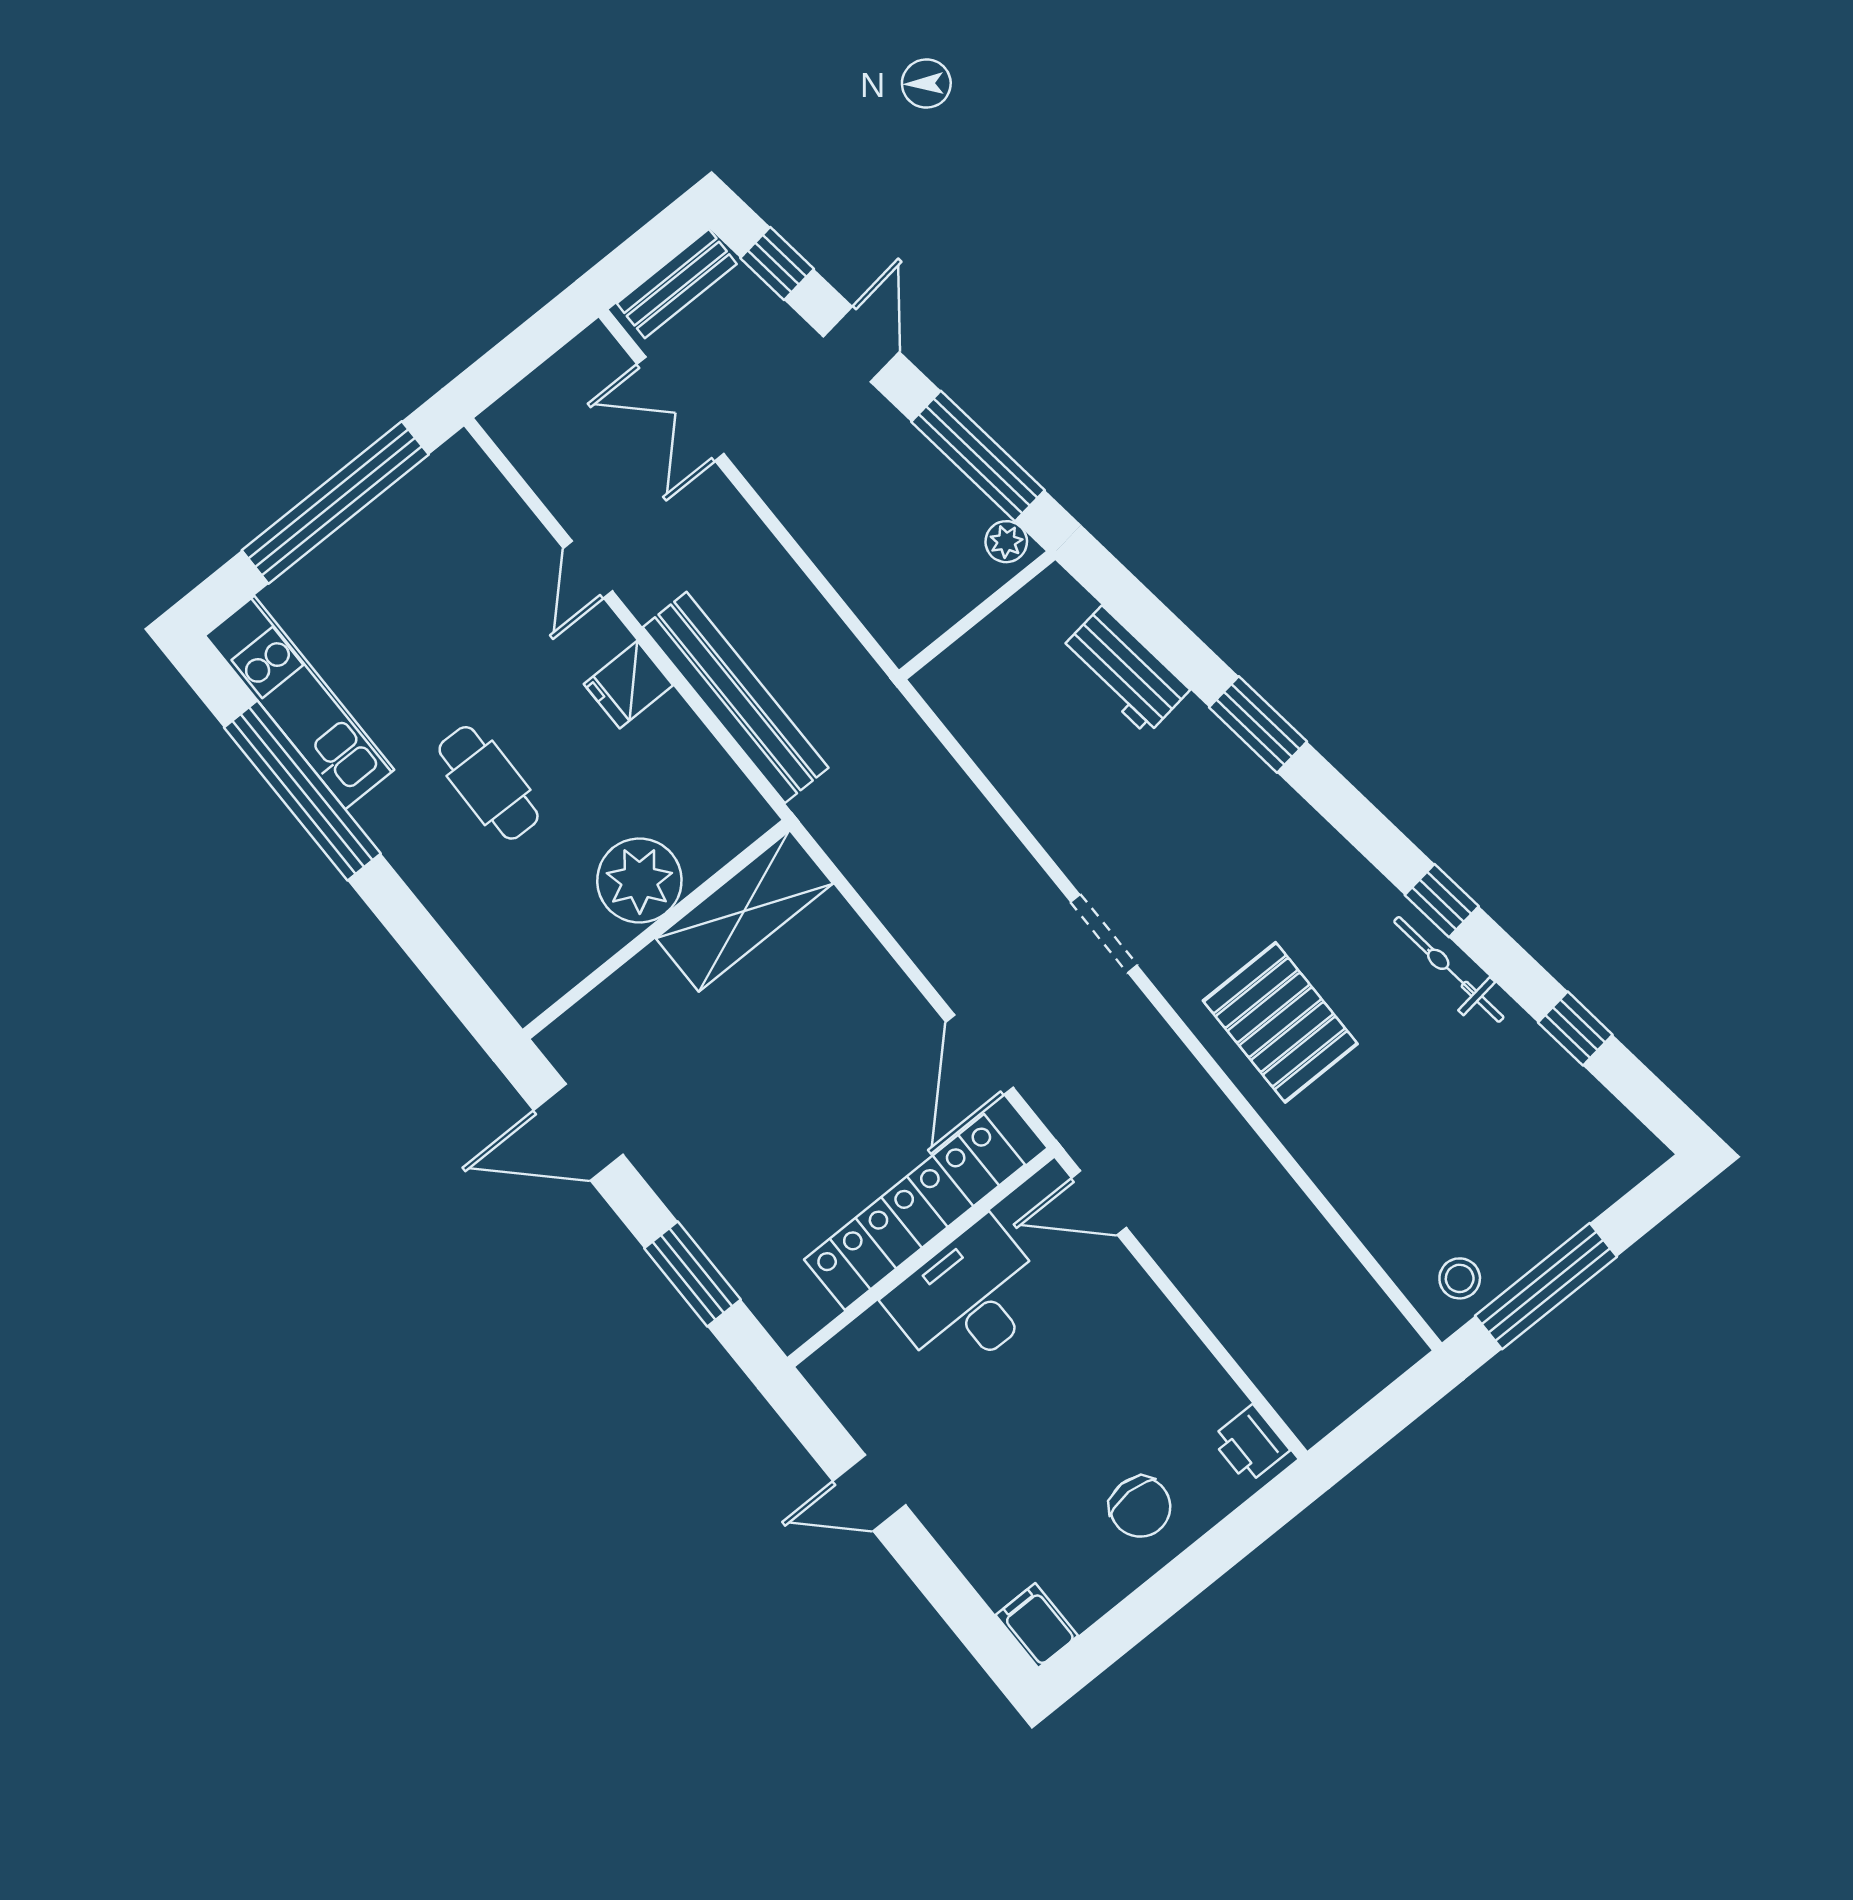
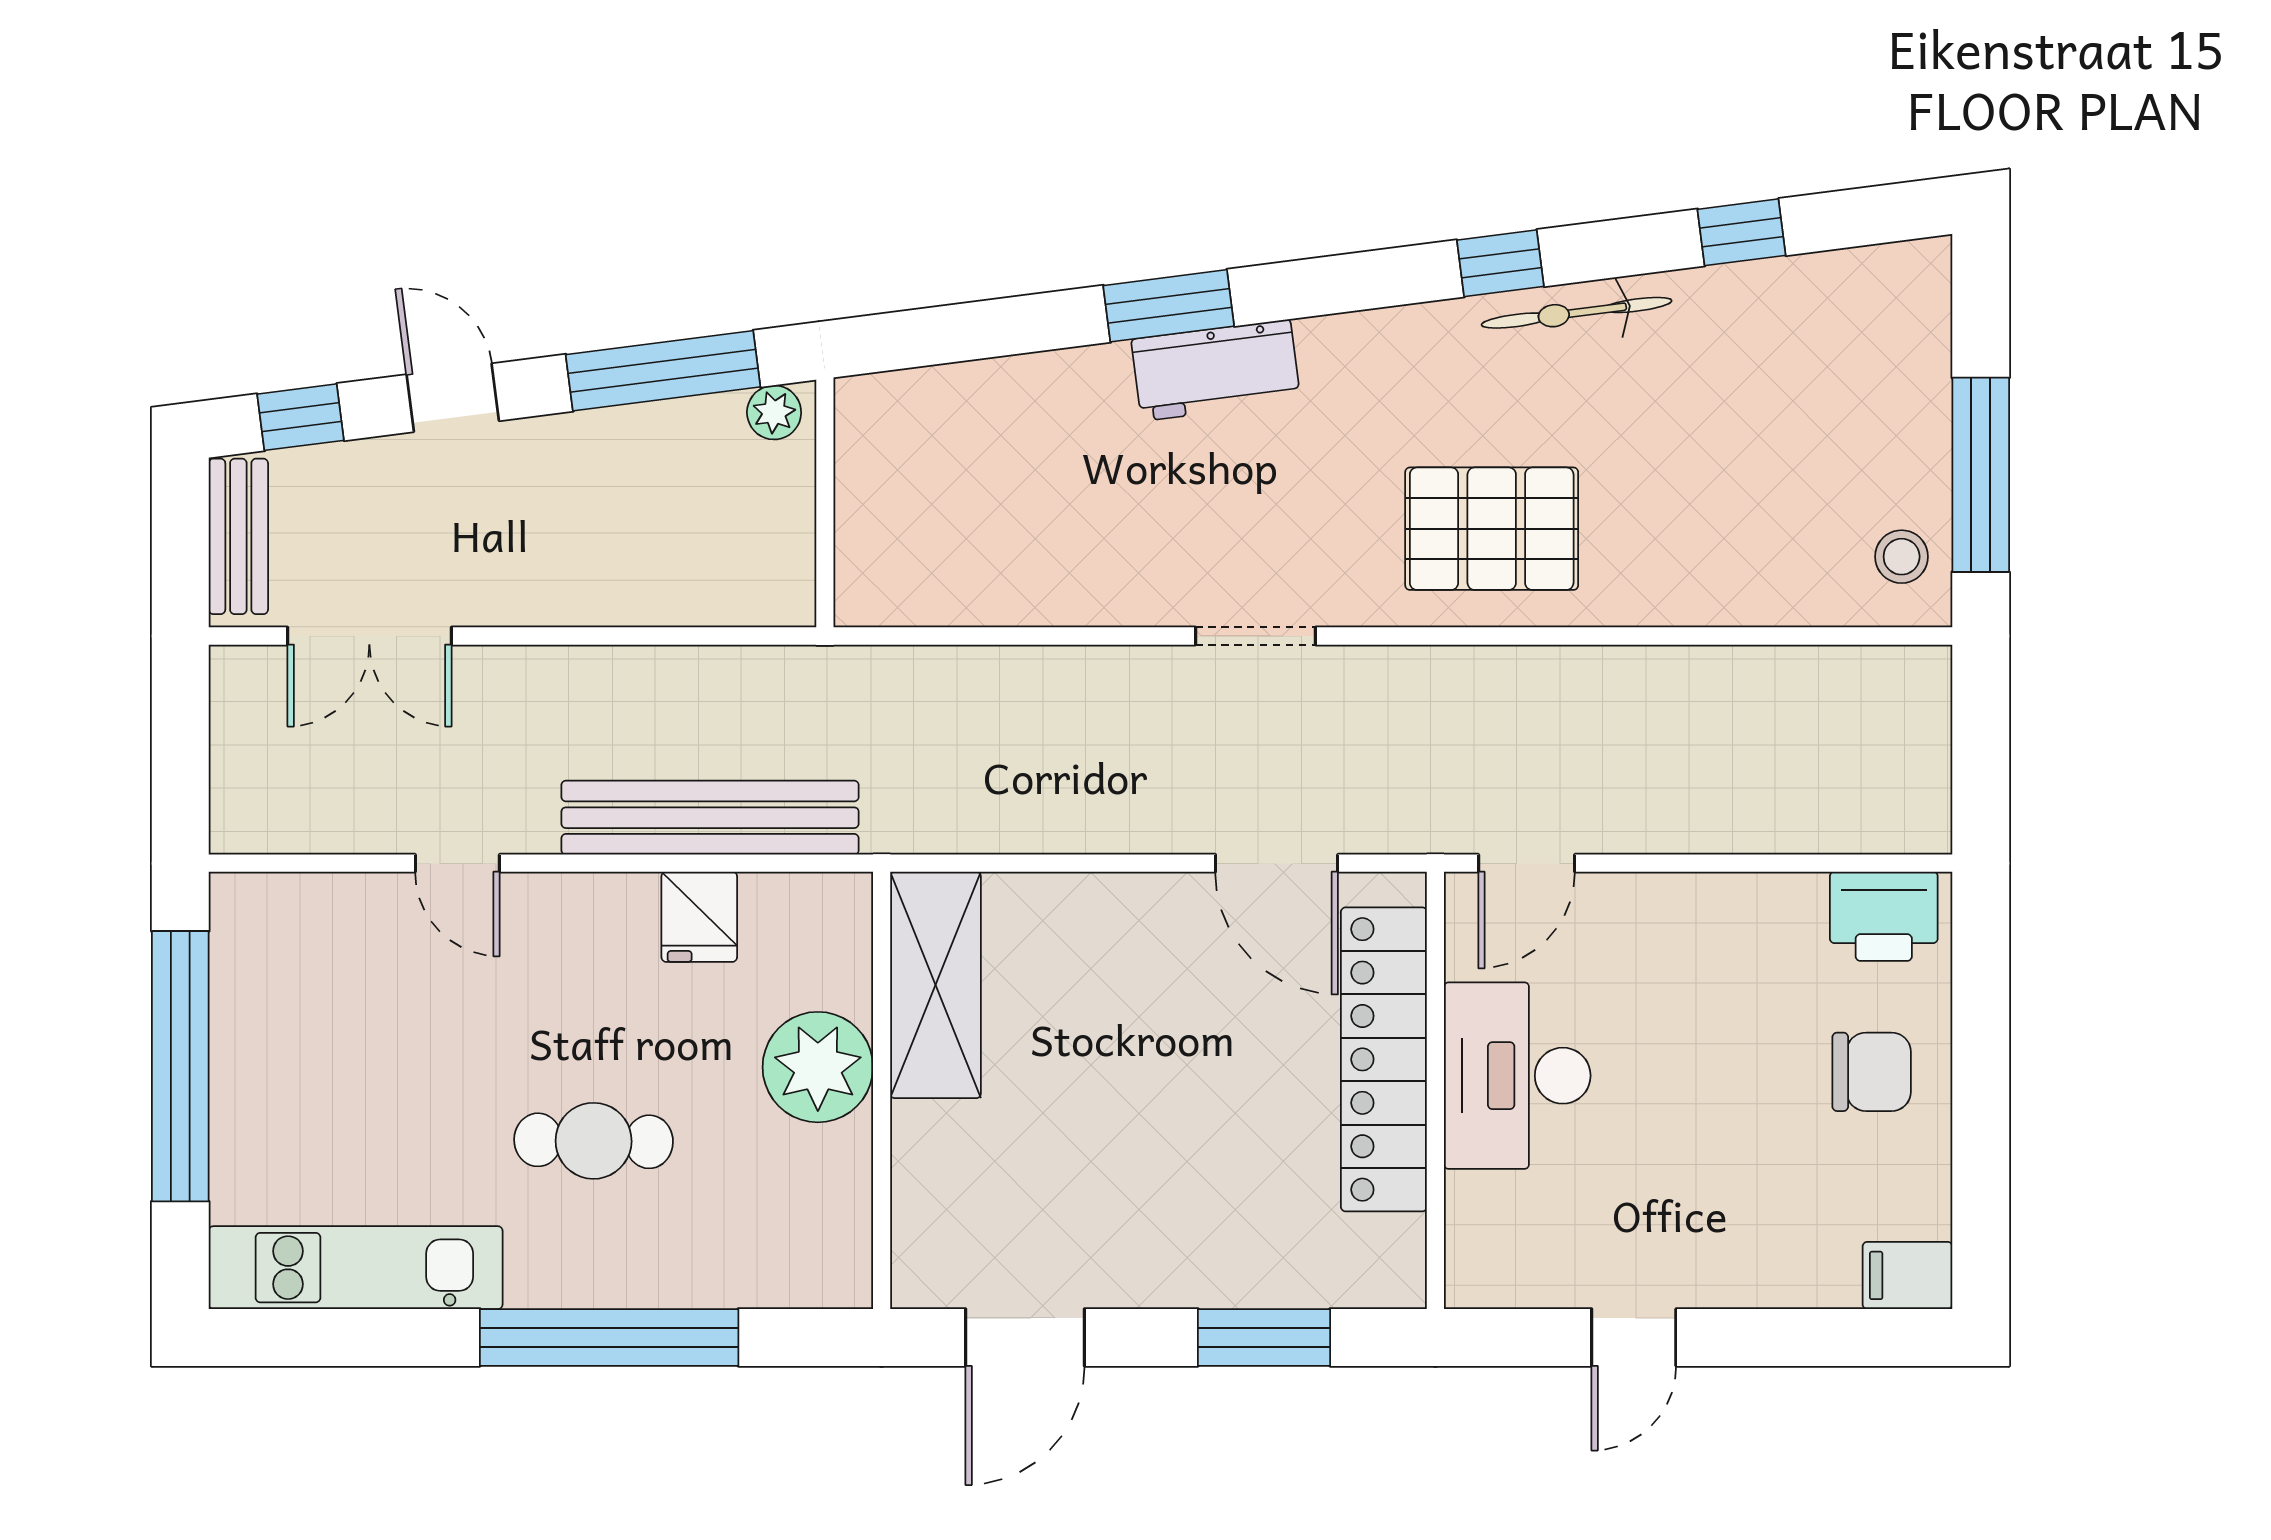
workbench: (1124, 670) -> (1216, 370), moved
fridge: (628, 685) -> (699, 917), moved
window: (302, 790) -> (609, 1337), moved
printer: (1250, 1444) -> (1884, 916), width x1.36, depth x1.24

